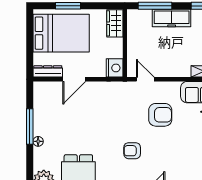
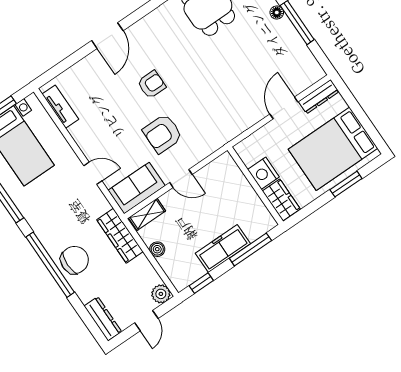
nightstand: (115, 68) -> (263, 173), moved
door: (145, 79) -> (181, 178), moved
armchair: (132, 151) -> (152, 85), moved

